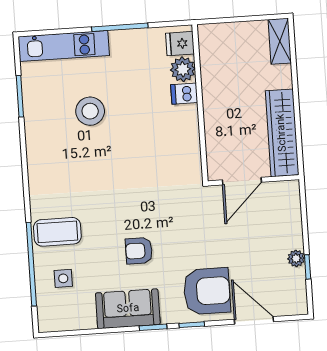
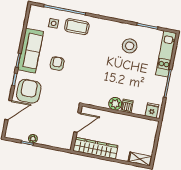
plant: (183, 69) -> (115, 104), moved
stool: (90, 111) -> (130, 46), moved
door: (242, 181) -> (77, 122), swing flipped
coffee table: (57, 232) -> (77, 27), turned 90
armchair: (207, 291) -> (29, 91), turned 180
sofa: (128, 309) -> (31, 51), width x1.36

